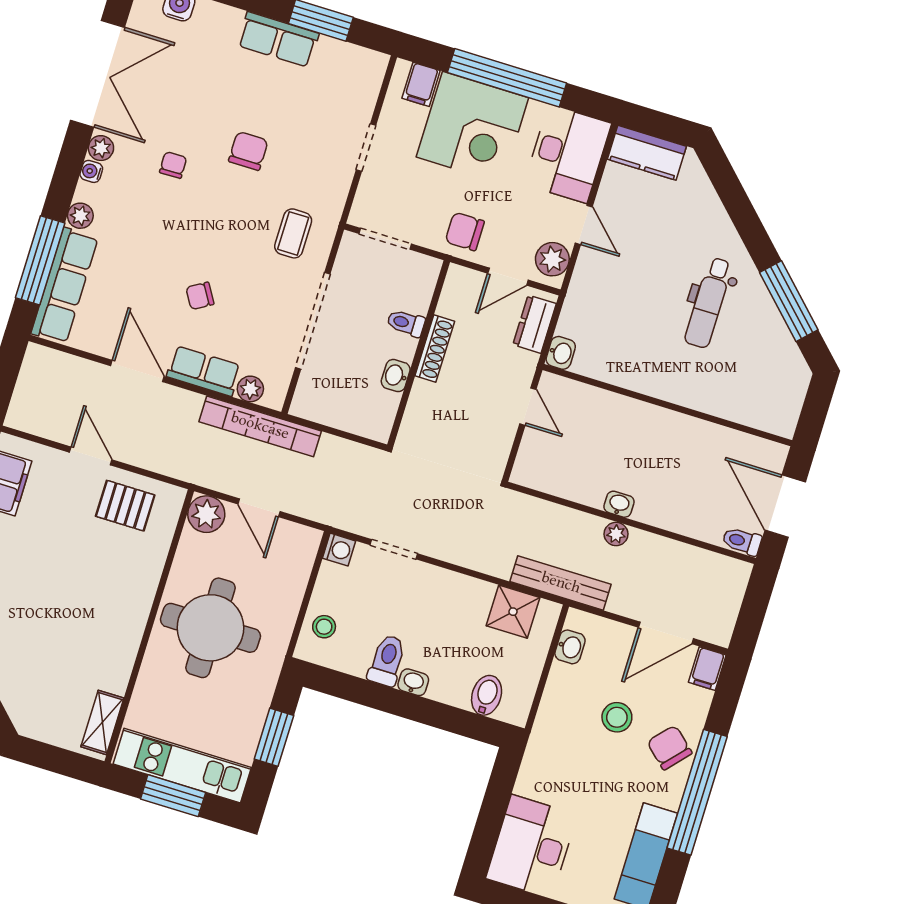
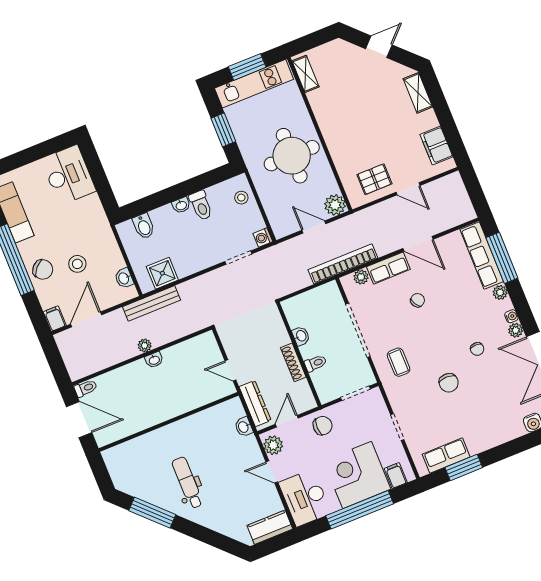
row of seats: (278, 39) -> (446, 456), moved
dresser: (535, 324) -> (255, 403), width x1.44
washbasin: (561, 353) -> (244, 427), moved

